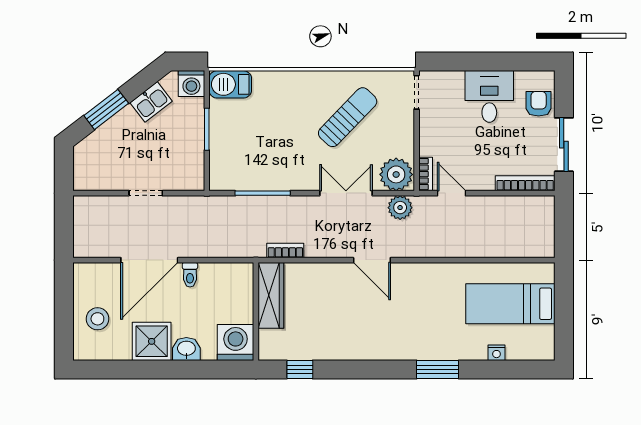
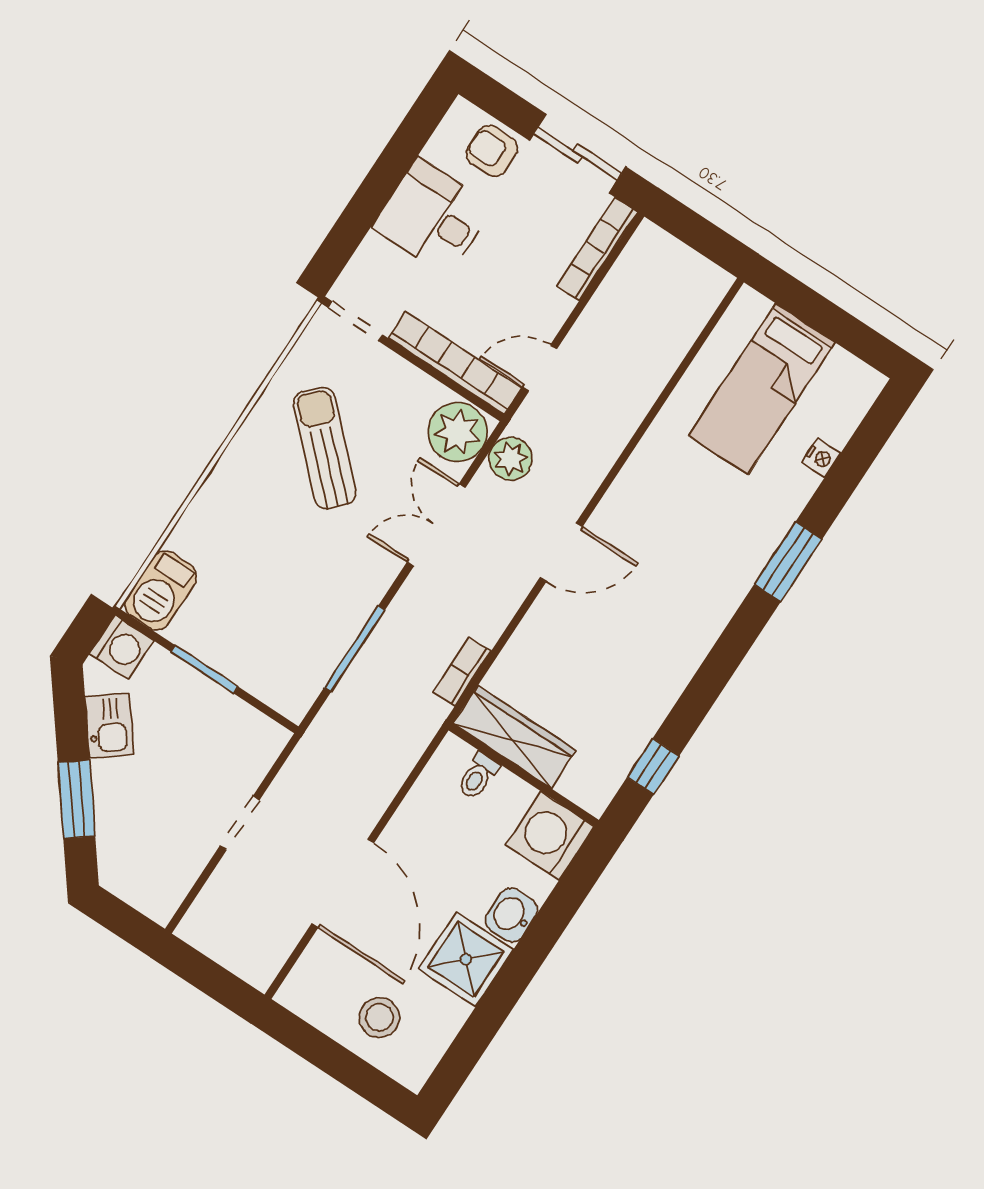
bookcase: (426, 174) -> (455, 363), width x2.31, depth x1.31
toilet: (190, 275) -> (478, 776), moved, turned 90

